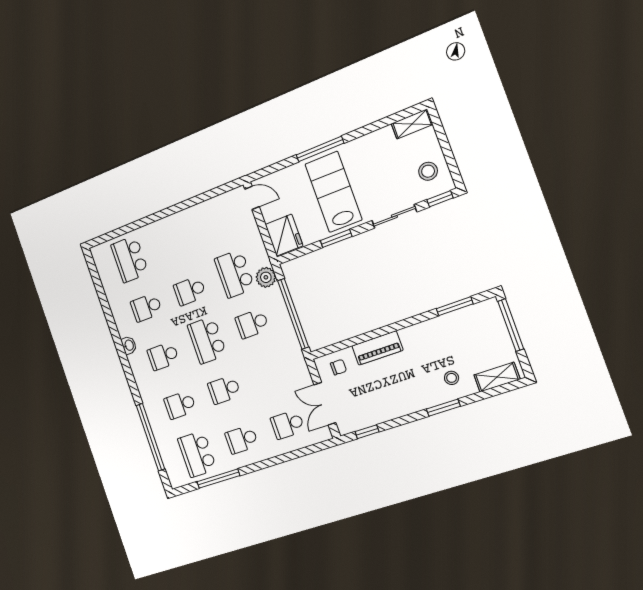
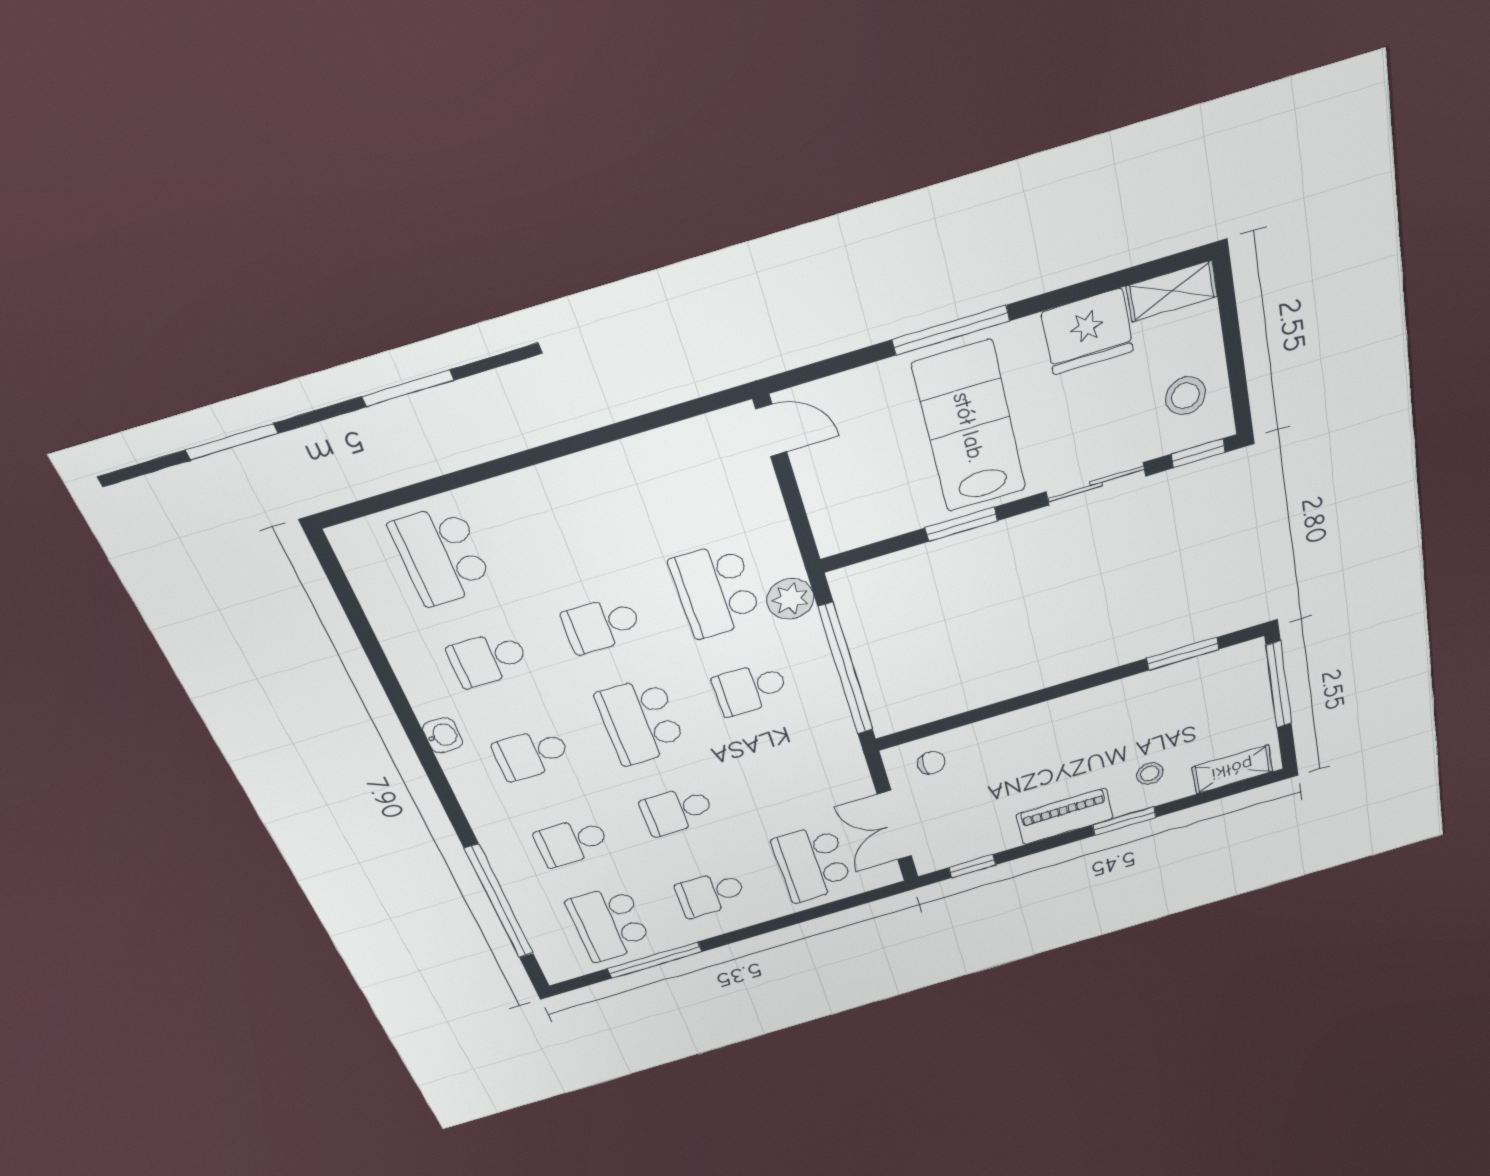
fridge: (284, 235) -> (1088, 332), moved, turned 90
piano: (377, 348) -> (1065, 816), moved, turned 180
school desk: (288, 425) -> (812, 863), width x1.85

